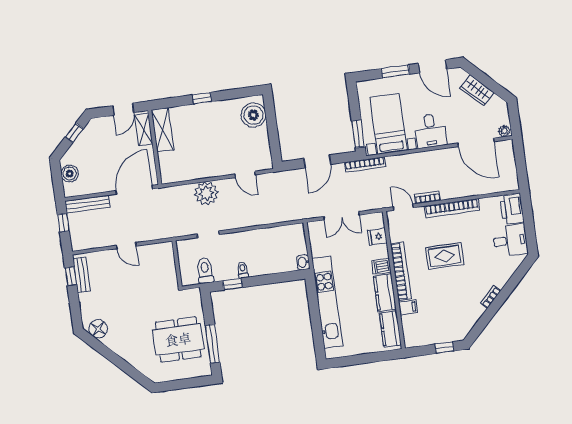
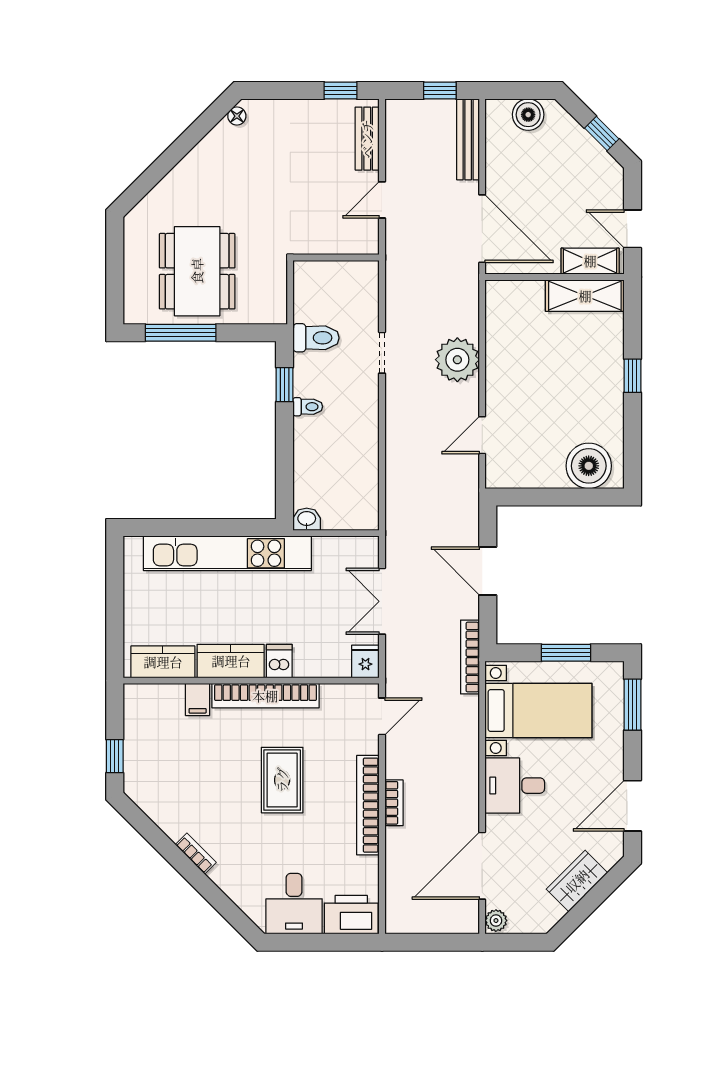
window: (395, 71) -> (633, 705), moved
window: (358, 134) -> (566, 653), moved
bookcase: (428, 197) -> (394, 803), moved
fridge: (377, 237) -> (365, 661), moved
wall: (177, 264) -> (336, 258), moved
bench: (82, 275) -> (367, 139), moved, turned 90
floor lamp: (98, 329) -> (237, 116), width x0.53, depth x0.53

